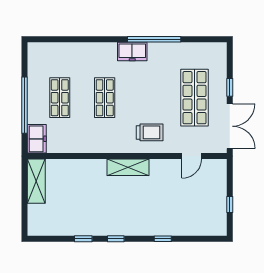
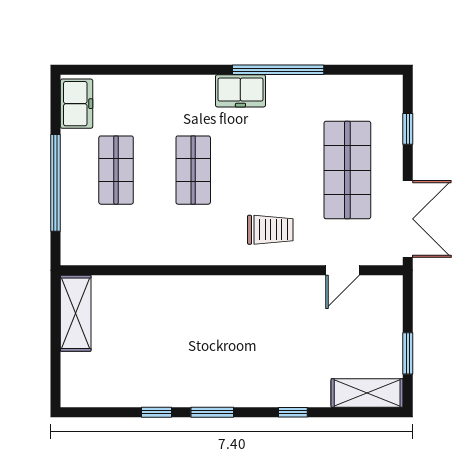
window: (230, 87) -> (408, 129), moved
freezer: (37, 139) -> (77, 104), moved
shelving: (128, 167) -> (367, 393), moved
window: (230, 204) -> (408, 353), width x1.50
window: (116, 239) -> (212, 412), width x1.50

